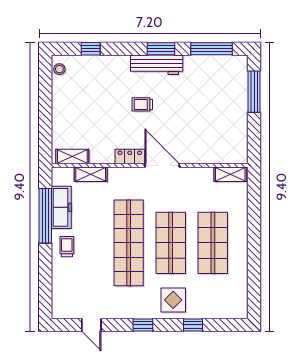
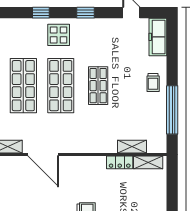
locker: (130, 157) -> (120, 162), moved
door: (162, 165) -> (43, 154), moved
freezer: (61, 207) -> (158, 37), moved
shop shelf: (129, 243) -> (98, 86), width x0.50, depth x0.74

